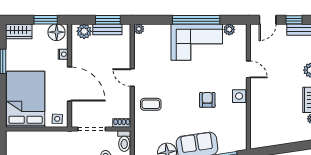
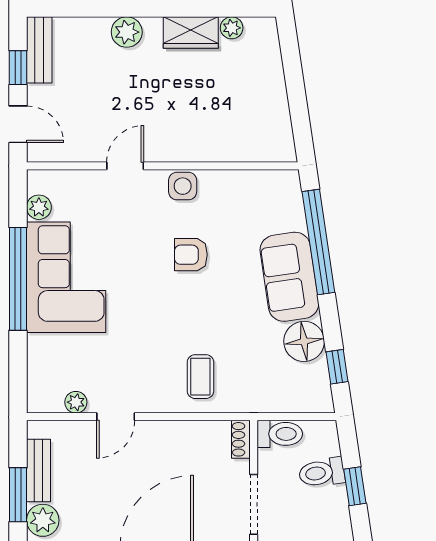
window: (108, 20) -> (18, 495), moved
plant: (139, 29) -> (76, 402), moved
door: (132, 77) -> (116, 417), moved

